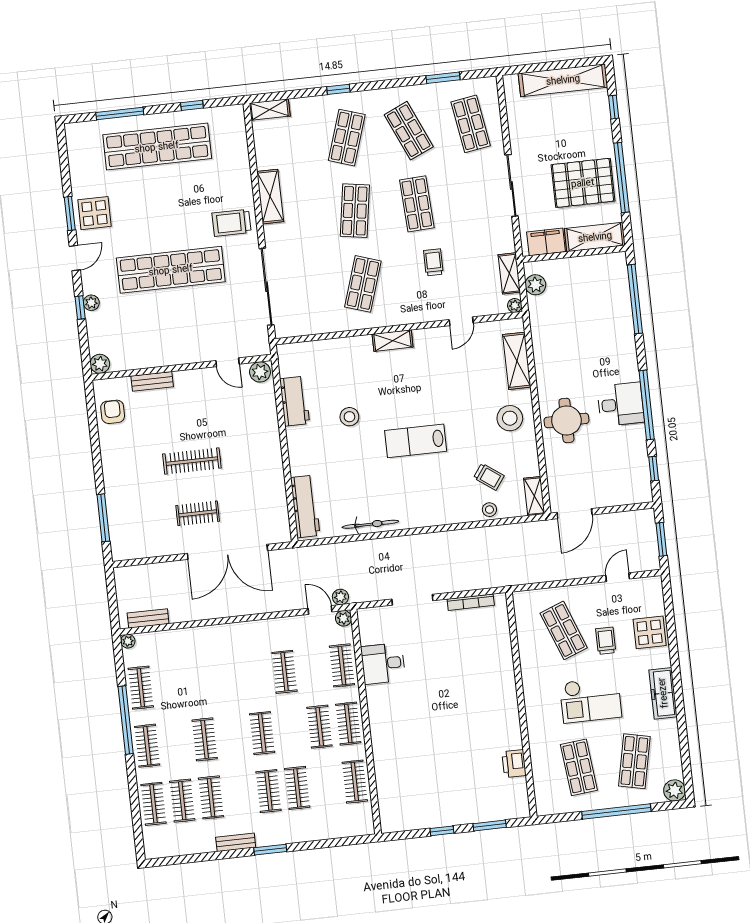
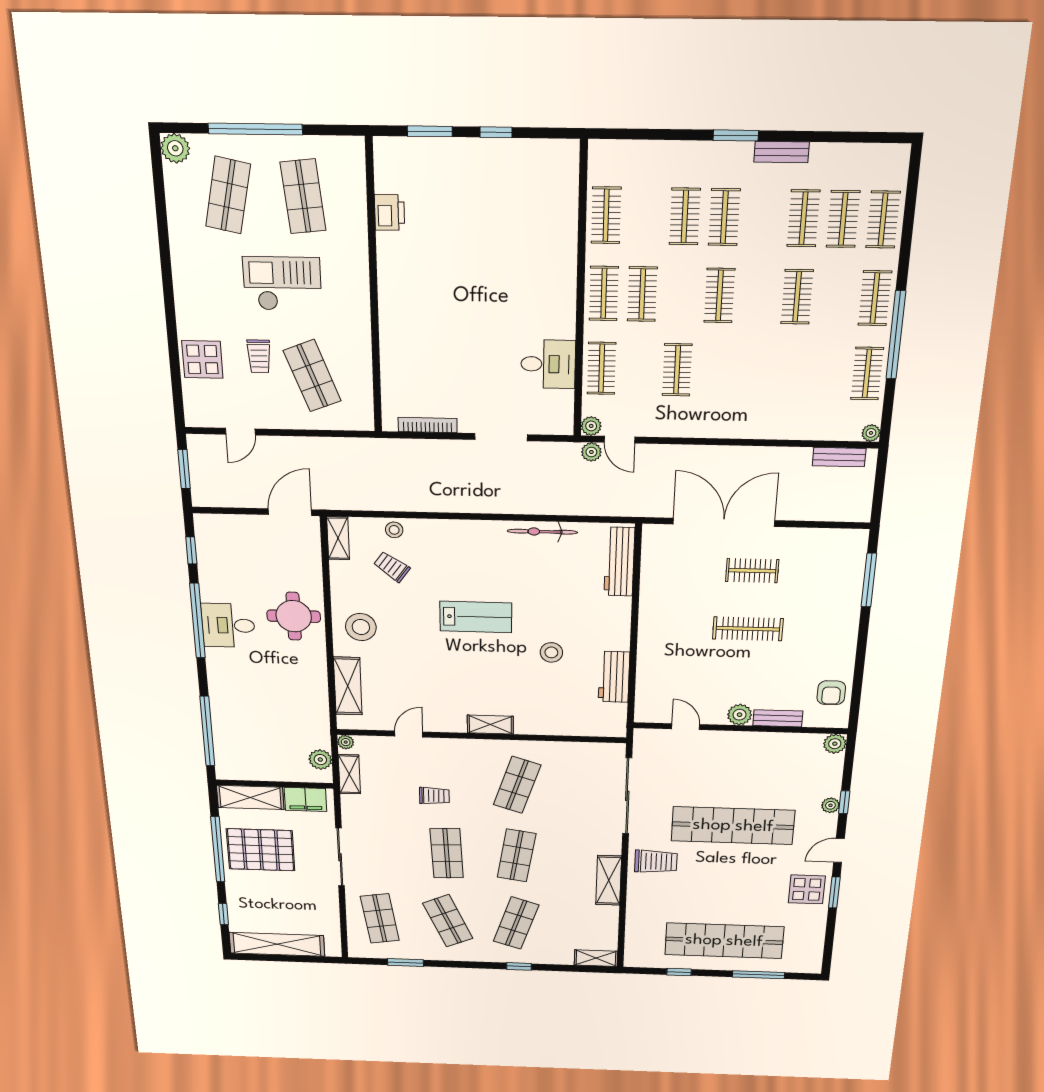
trolley: (433, 262) -> (434, 796), turned -90
plant: (260, 372) -> (740, 715), moved
freezer: (663, 693) -> (187, 280), removed

